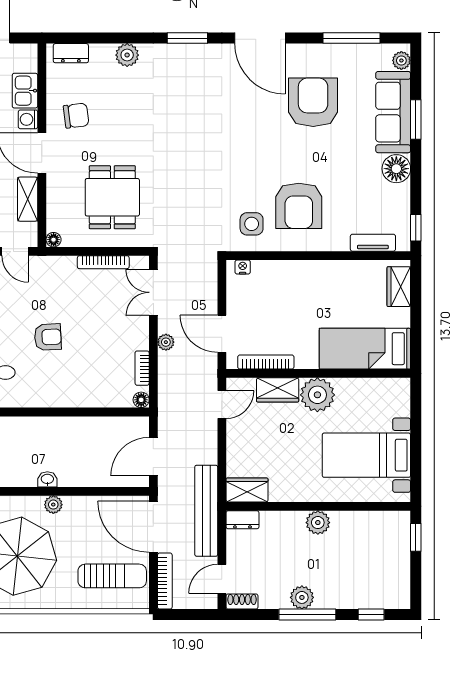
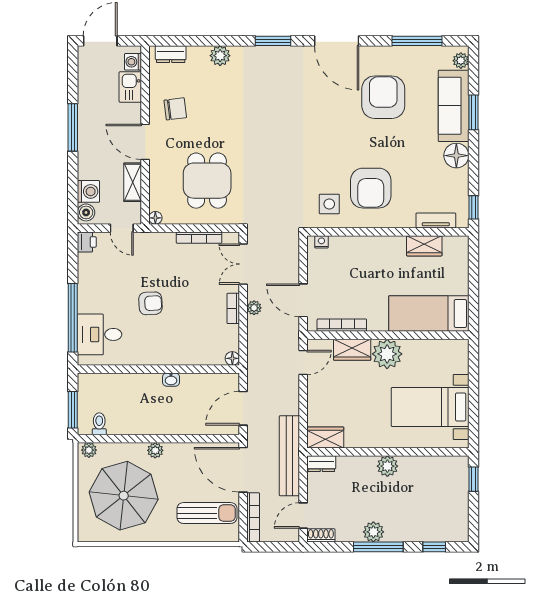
washing machine: (28, 119) -> (133, 62), moved
wardrobe: (399, 287) -> (424, 246), moved, turned -90
bookcase: (142, 368) -> (233, 308), moved
washbasin: (47, 479) -> (171, 380), moved, turned 180

